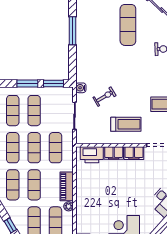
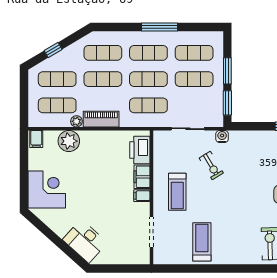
filing cabinet: (134, 153) -> (142, 196), width x0.50
plant: (85, 213) -> (69, 141), added

